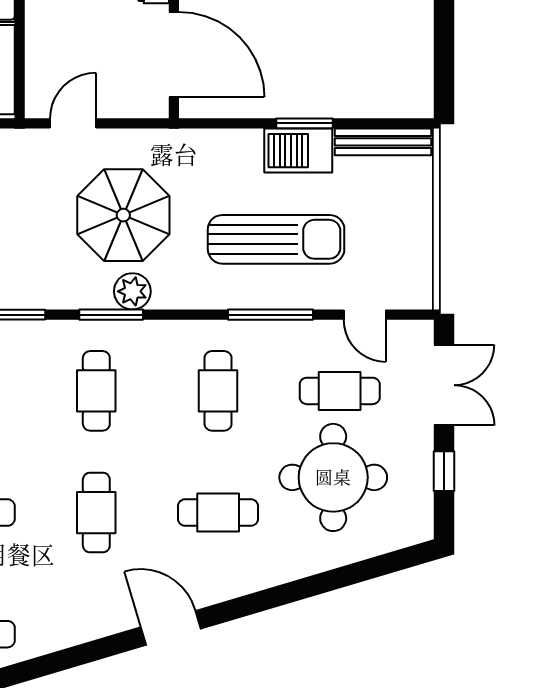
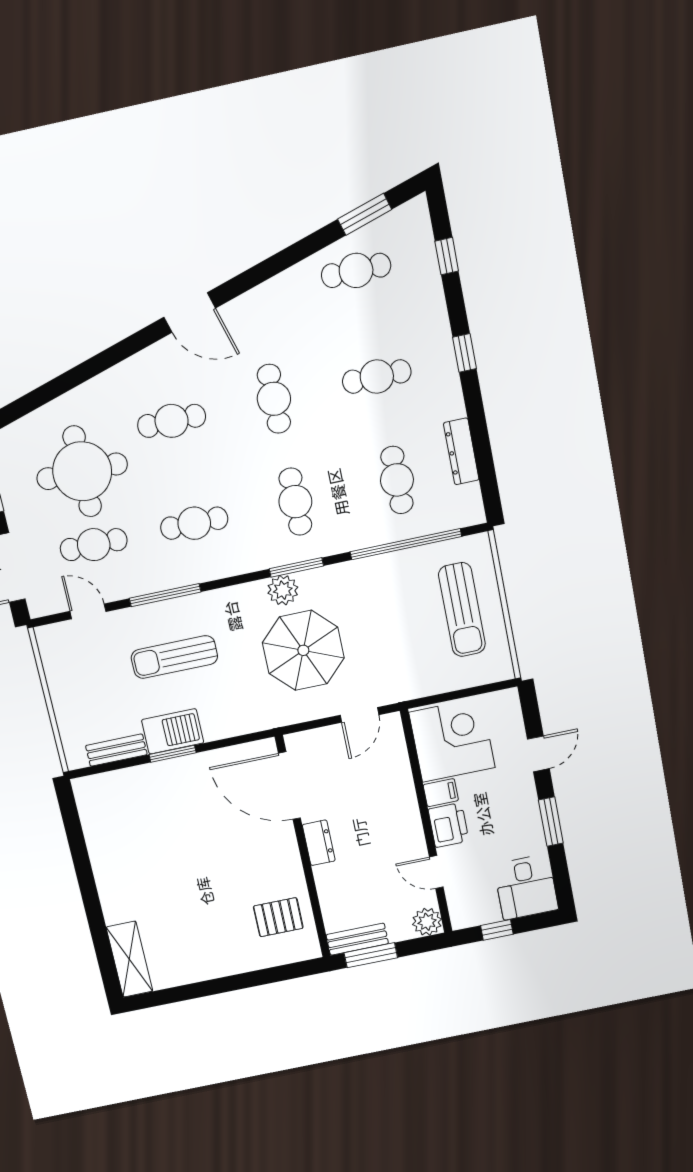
bench: (383, 142) -> (116, 750), width x0.73
sun lounger: (276, 239) -> (174, 657), width x0.73, depth x0.75
cafe table: (218, 391) -> (194, 523), turned 90

